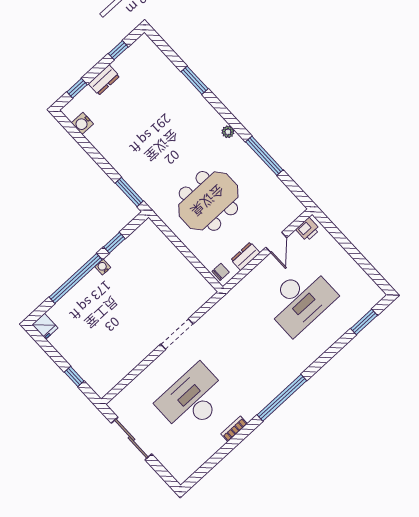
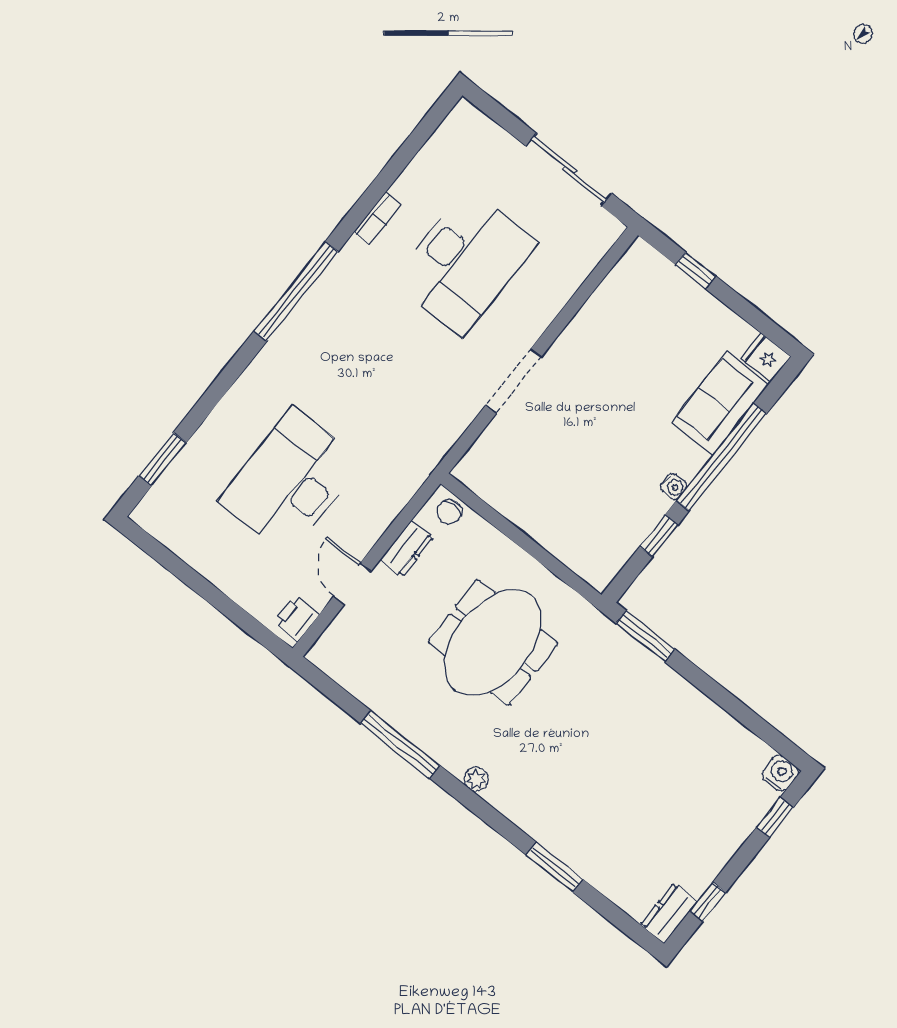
dresser: (104, 80) -> (669, 913), moved
water cooler: (82, 123) -> (780, 773), moved
sofa: (72, 306) -> (720, 403), added

